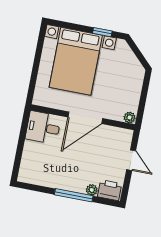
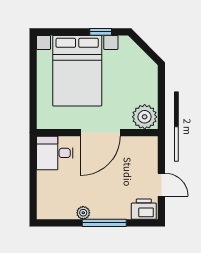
plant: (130, 117) -> (145, 117), width x1.87, depth x1.87
door: (131, 160) -> (161, 185), moved
plant: (92, 190) -> (83, 213), moved

